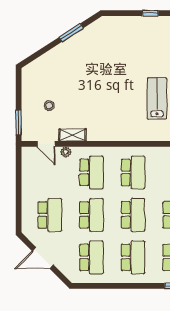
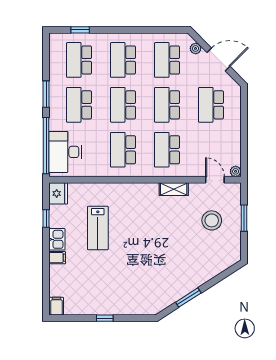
stool: (49, 106) -> (212, 220), width x1.89, depth x1.89
window: (19, 123) -> (244, 218), moved
shelving: (72, 135) -> (174, 189), moved
plant: (66, 152) -> (236, 171), moved
plant: (64, 268) -> (196, 48), added

